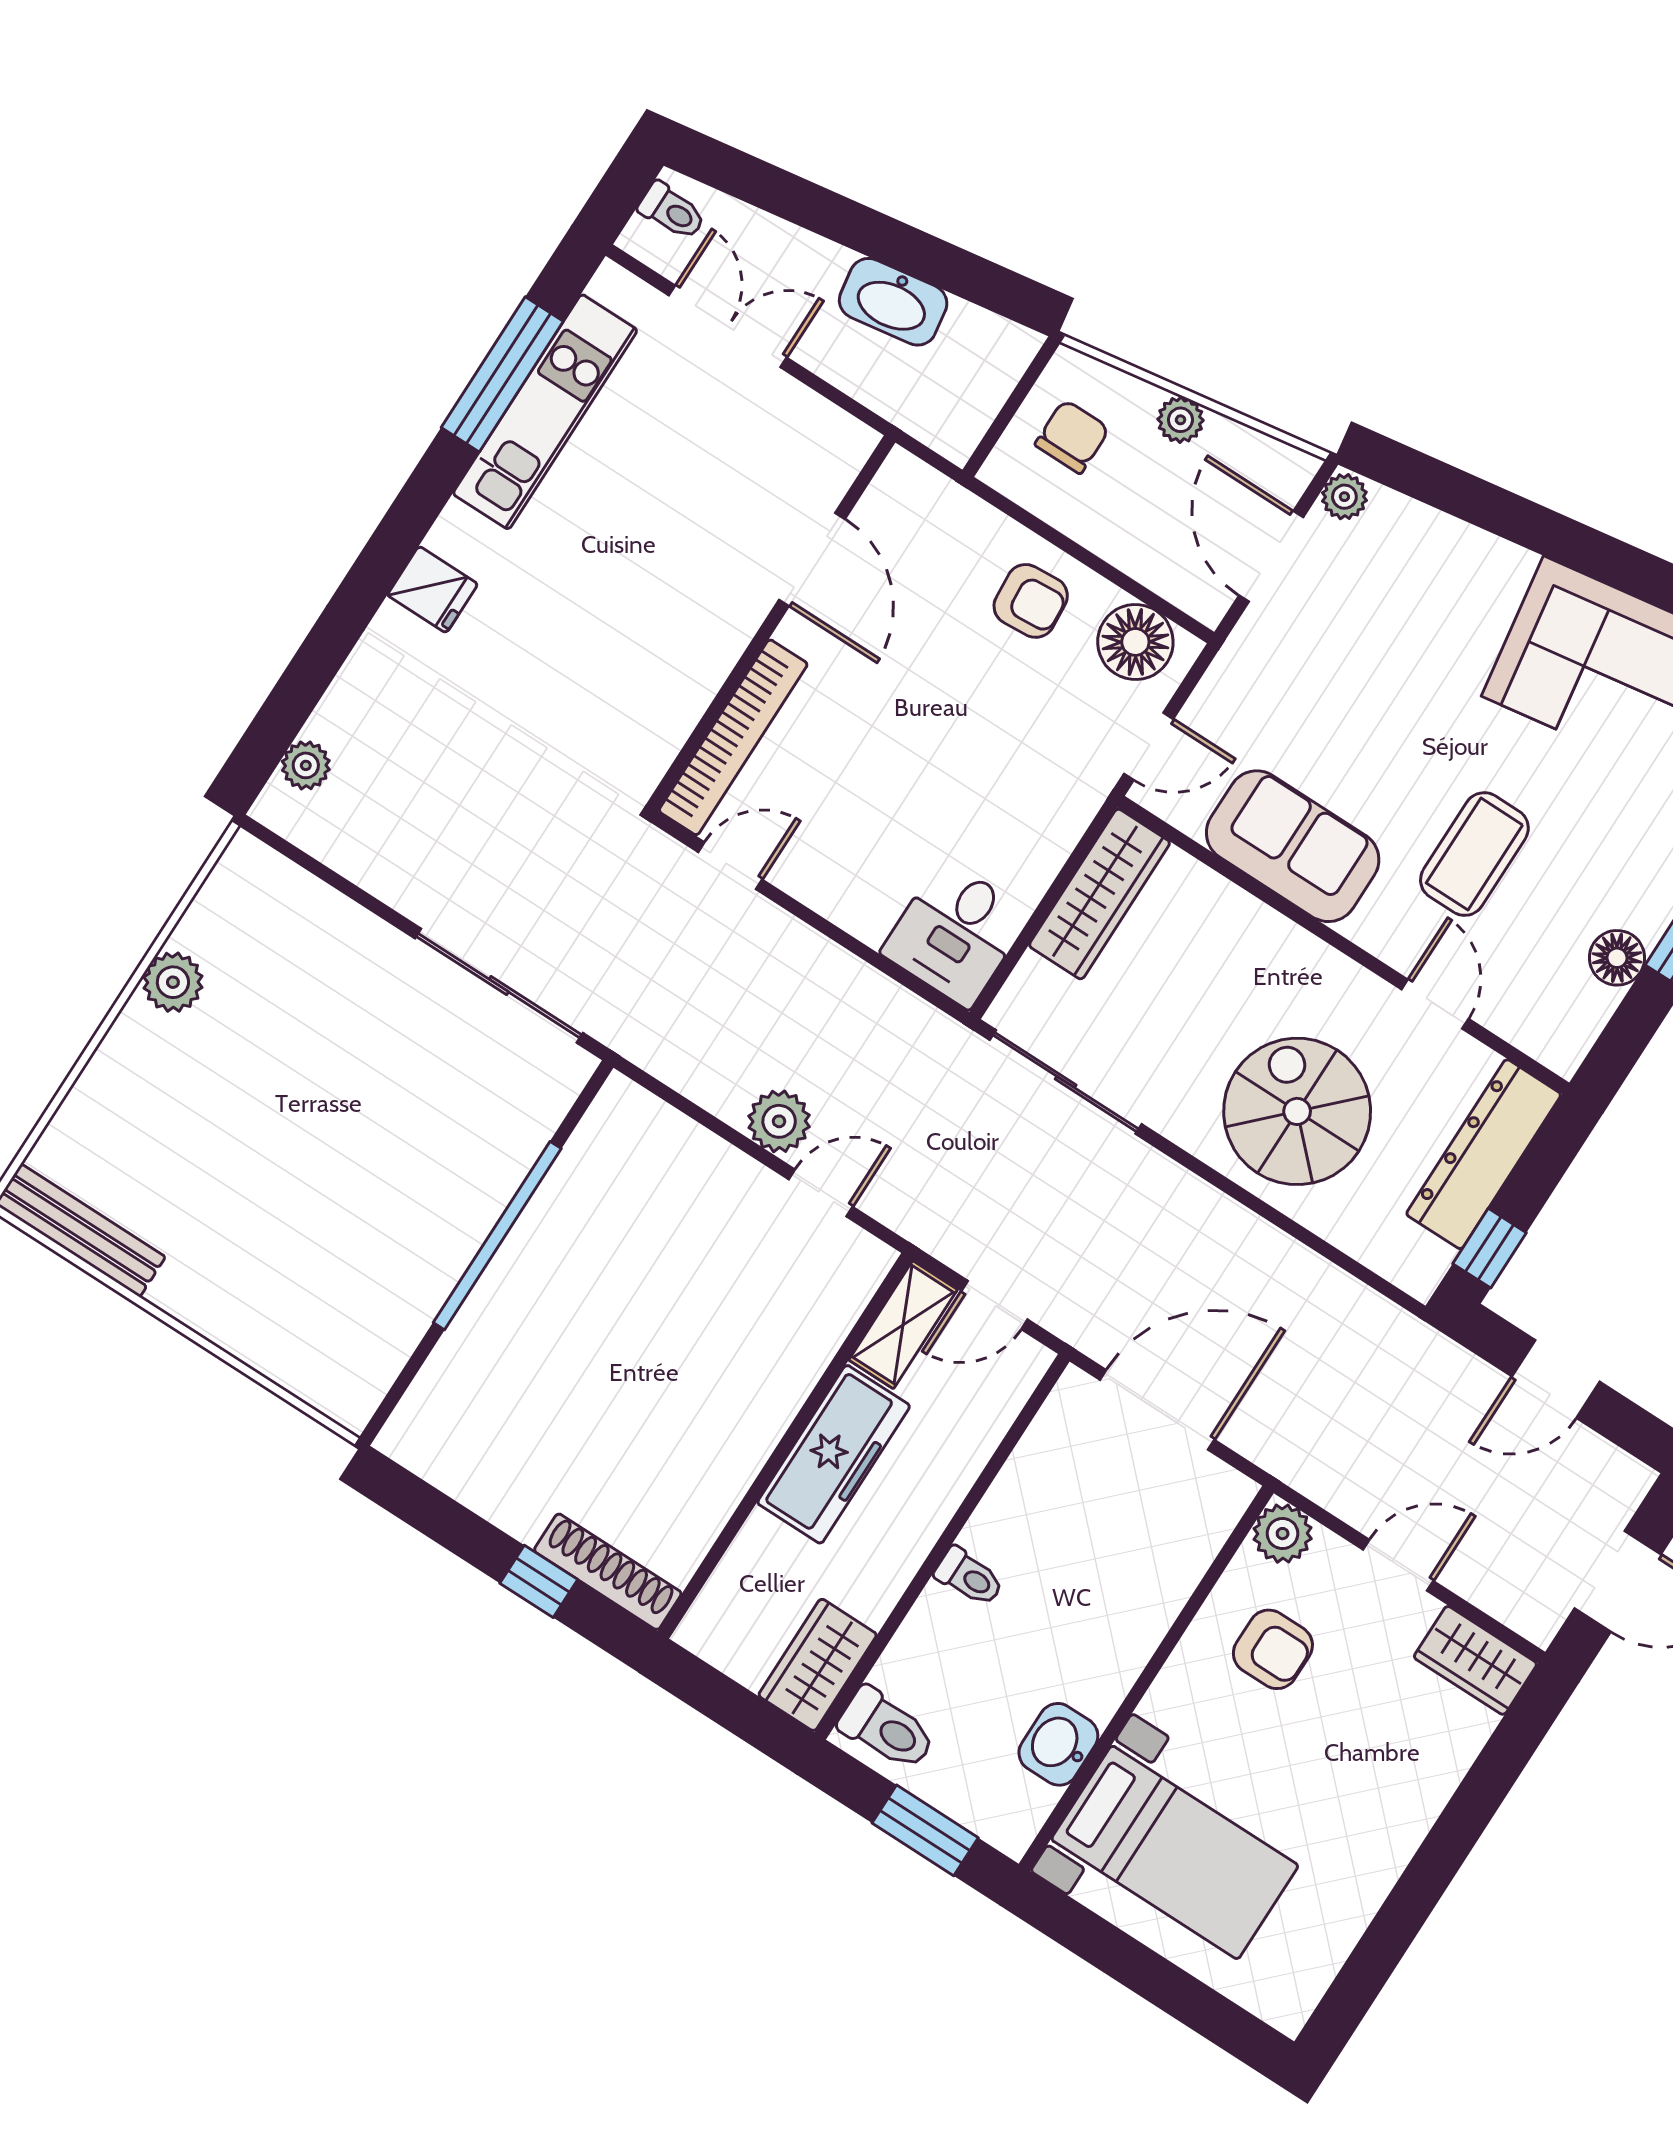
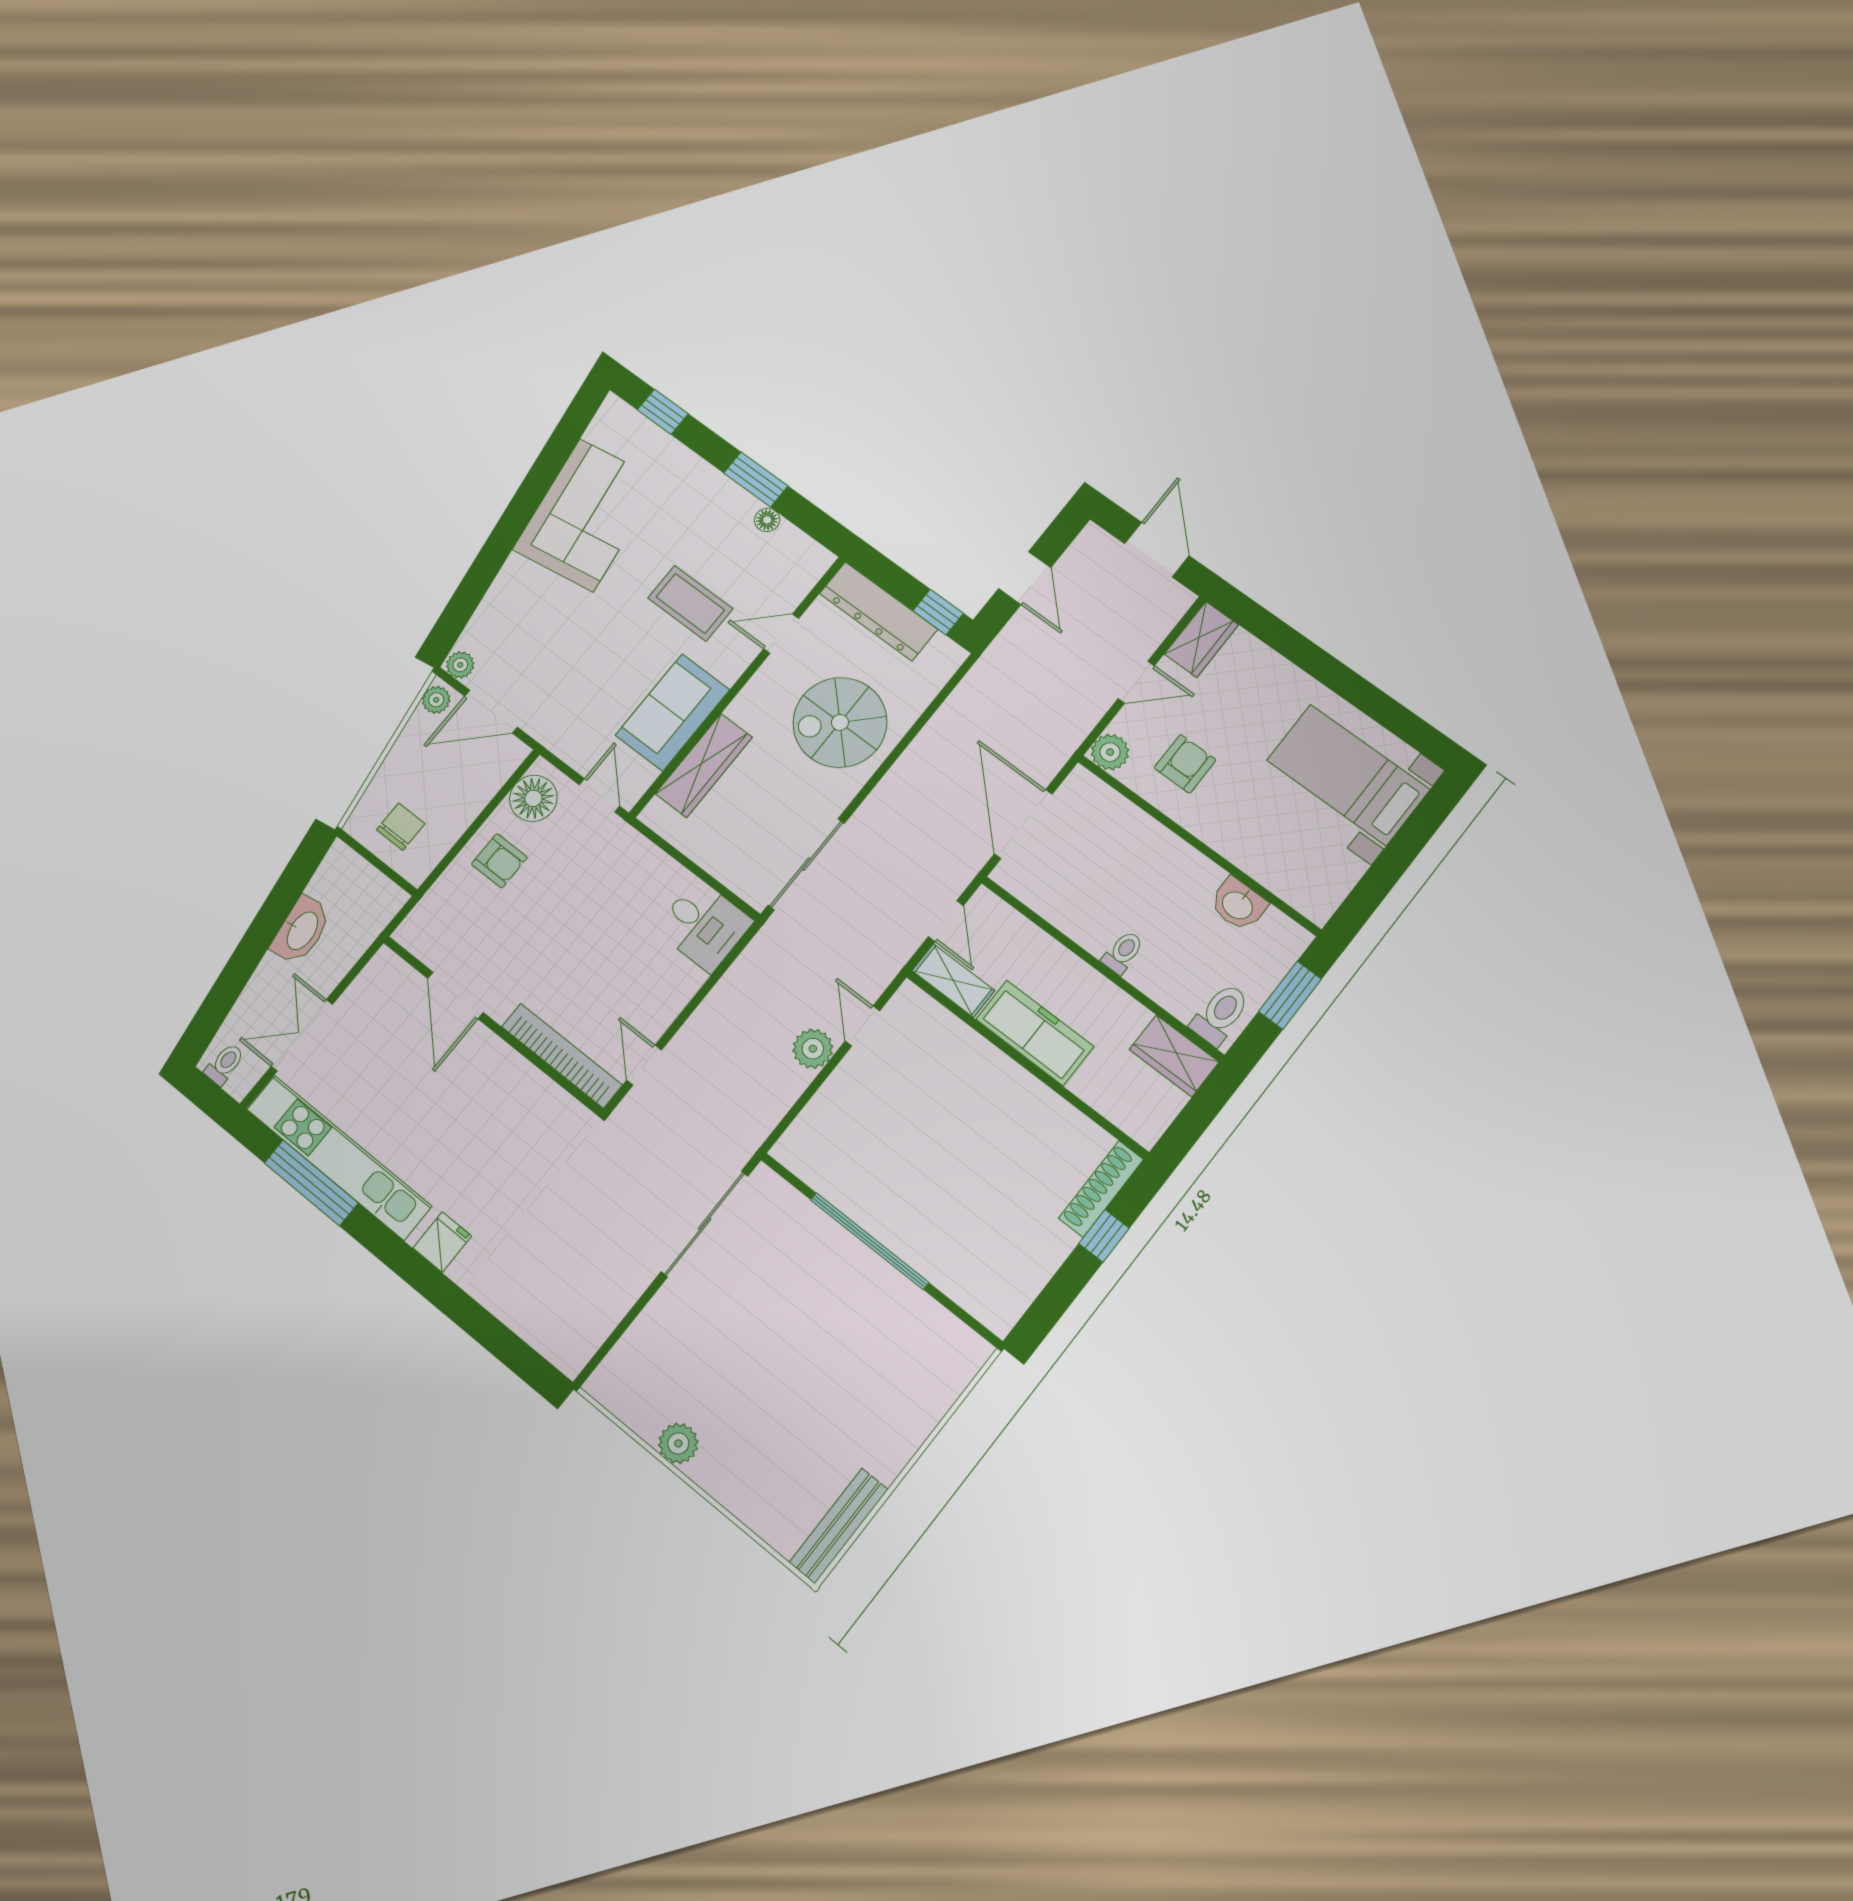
kitchen unit: (545, 412) -> (339, 1157), width x1.36
plant: (1181, 420) -> (436, 700), moved
chair: (1072, 437) -> (401, 827), turned 90
door: (812, 559) -> (455, 995), swing flipped
armchair: (1031, 601) -> (499, 861), turned 94
plant: (306, 765) -> (546, 1338), removed
wardrobe: (1100, 894) -> (704, 765), moved, turned 90
floor lamp: (1617, 958) -> (767, 520), width x0.73, depth x0.73
door: (1398, 1565) -> (1136, 682), swing flipped
bed with nightstands: (1175, 1852) -> (1348, 775), moved, turned -90

